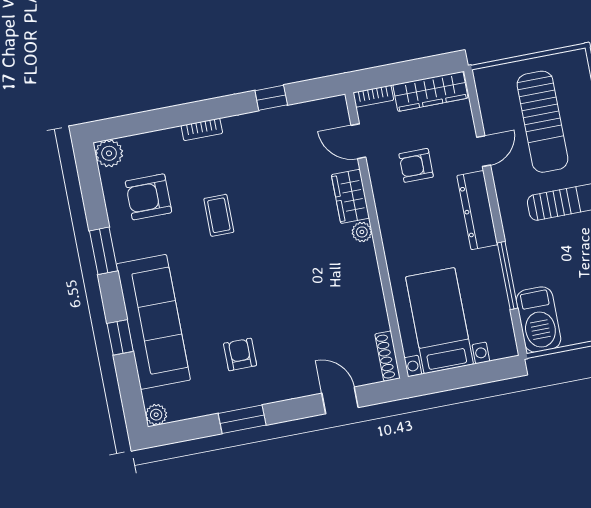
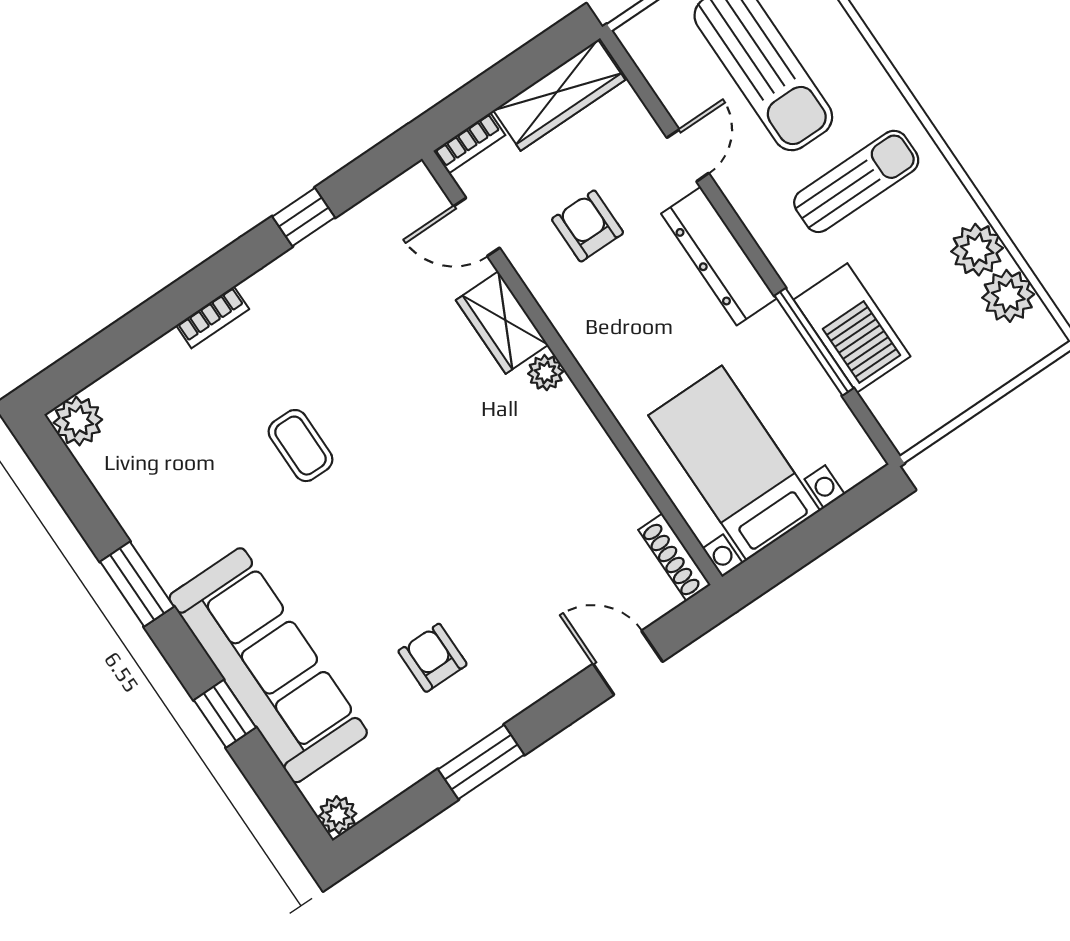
armchair: (416, 165) -> (588, 226), turned 90
armchair: (148, 197) -> (173, 465), removed
barbecue: (539, 320) -> (852, 328), moved

